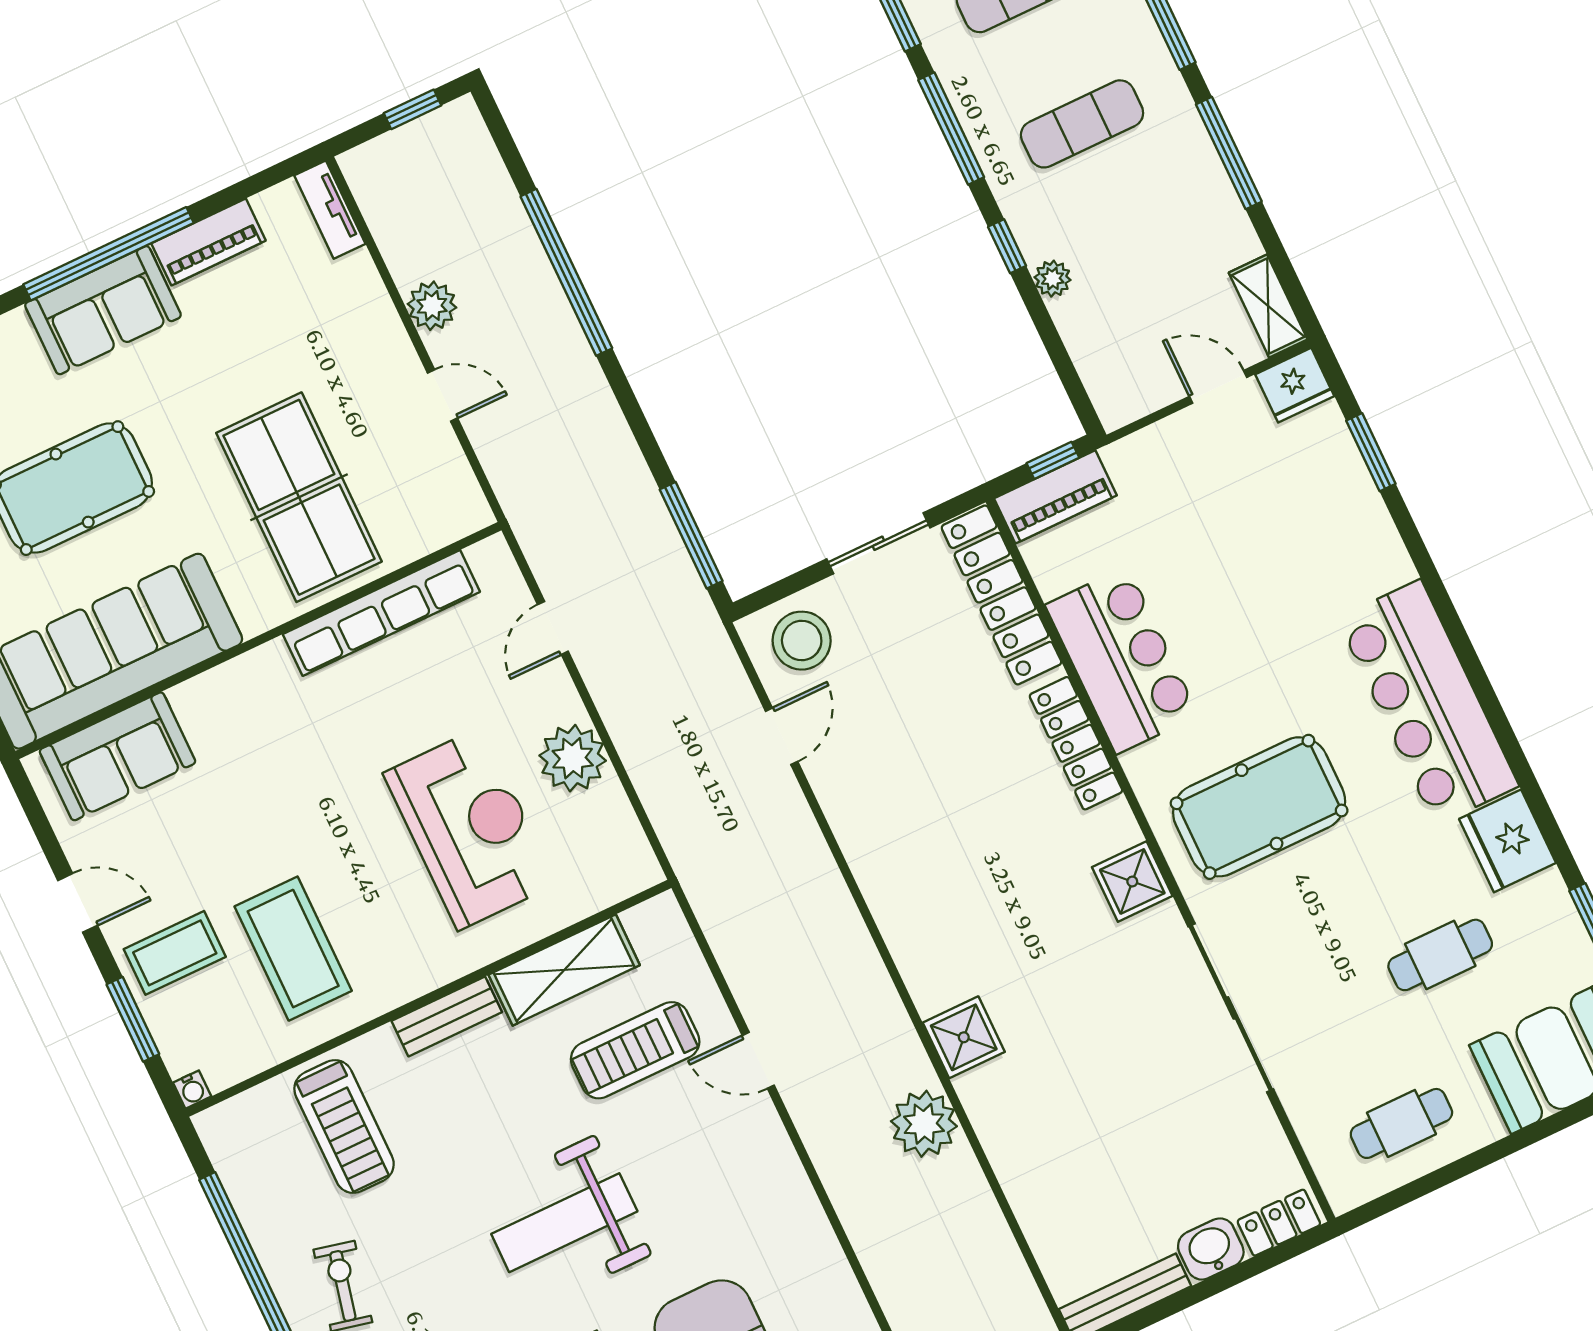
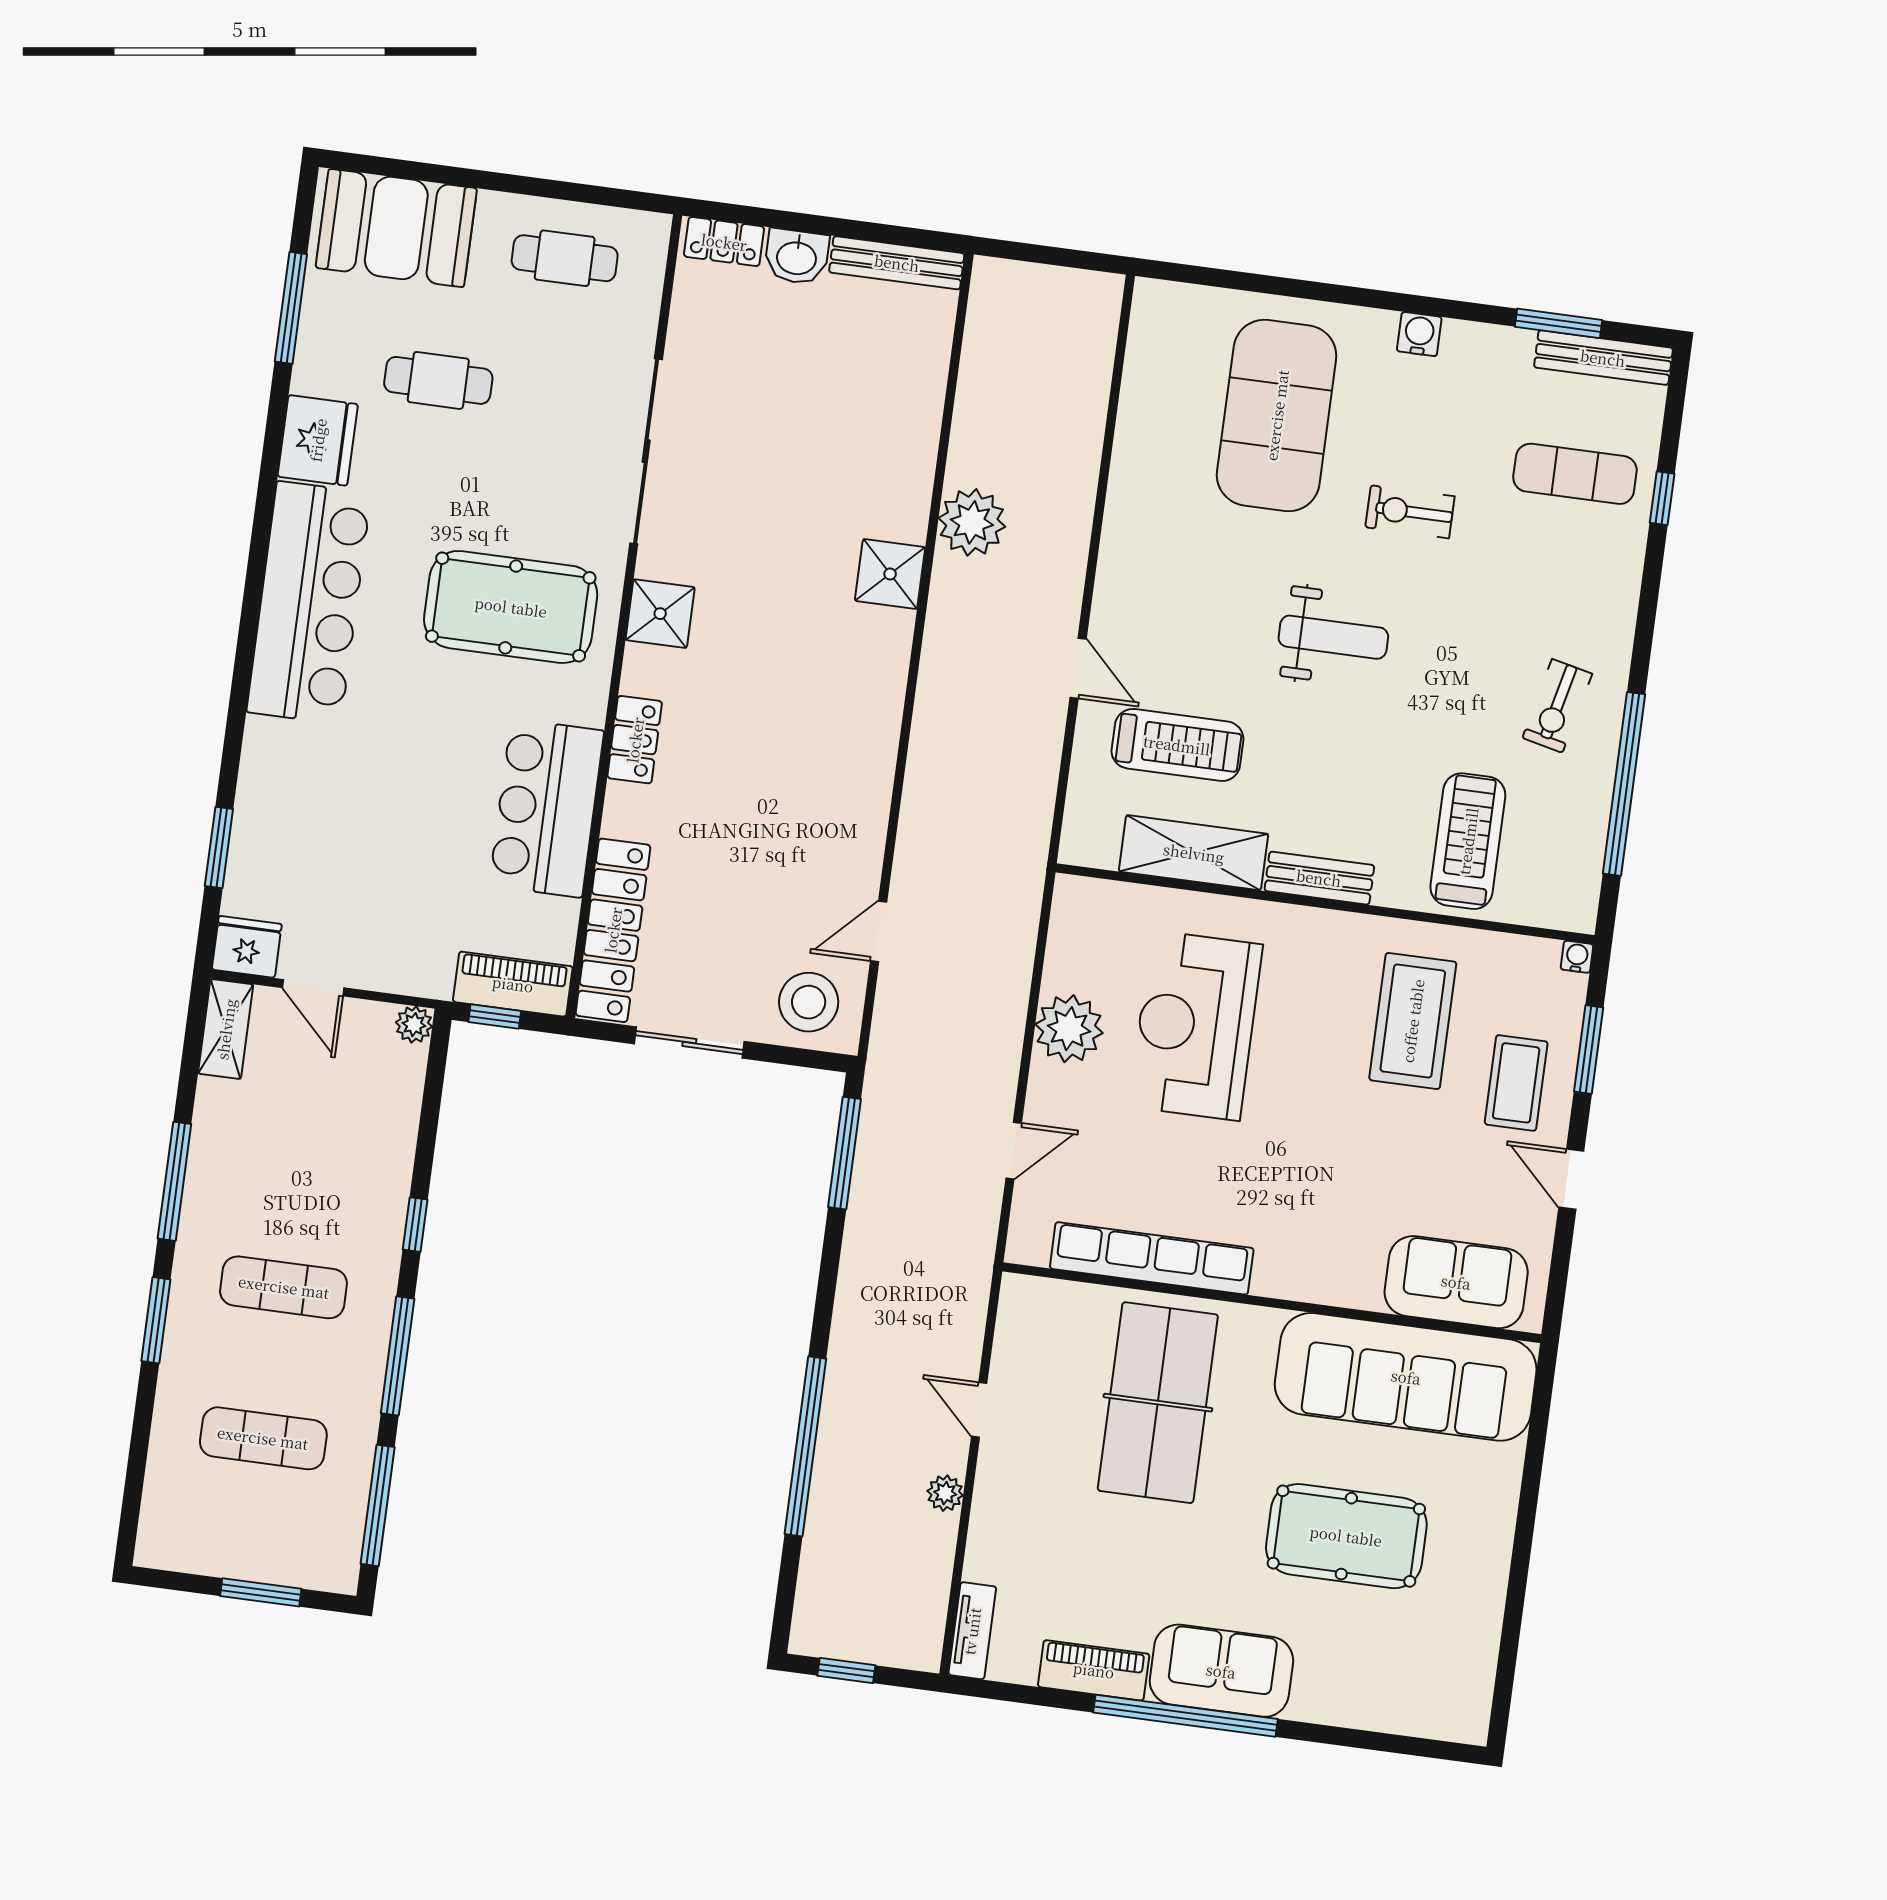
plant: (1053, 279) -> (414, 1025), moved
plant: (432, 306) -> (945, 1493), width x0.73, depth x0.73
locker: (1076, 743) -> (635, 740), width x0.66
coffee table: (175, 953) -> (1516, 1083), turned 90
weight bench: (564, 1223) -> (1333, 637), width x0.73, depth x0.75

